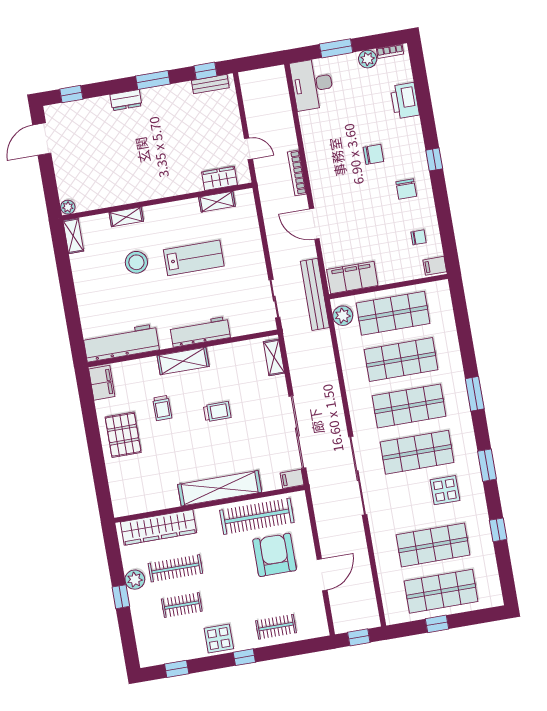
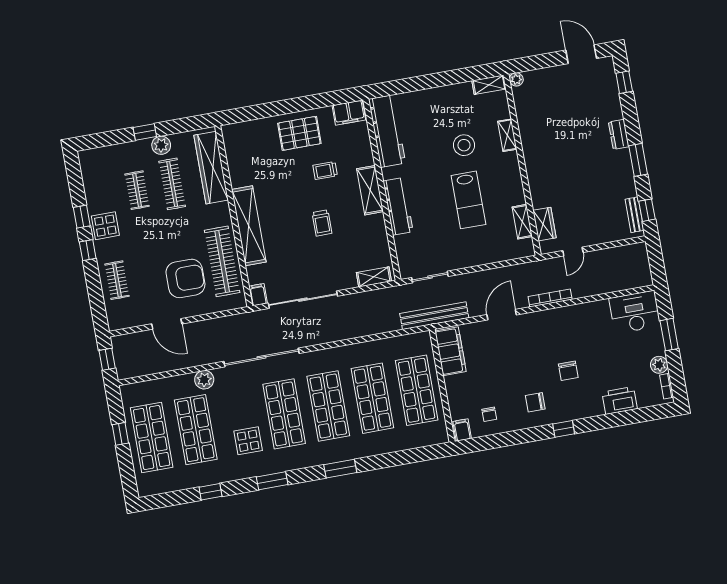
plant: (343, 316) -> (204, 380), moved
window: (177, 669) -> (82, 217), moved

